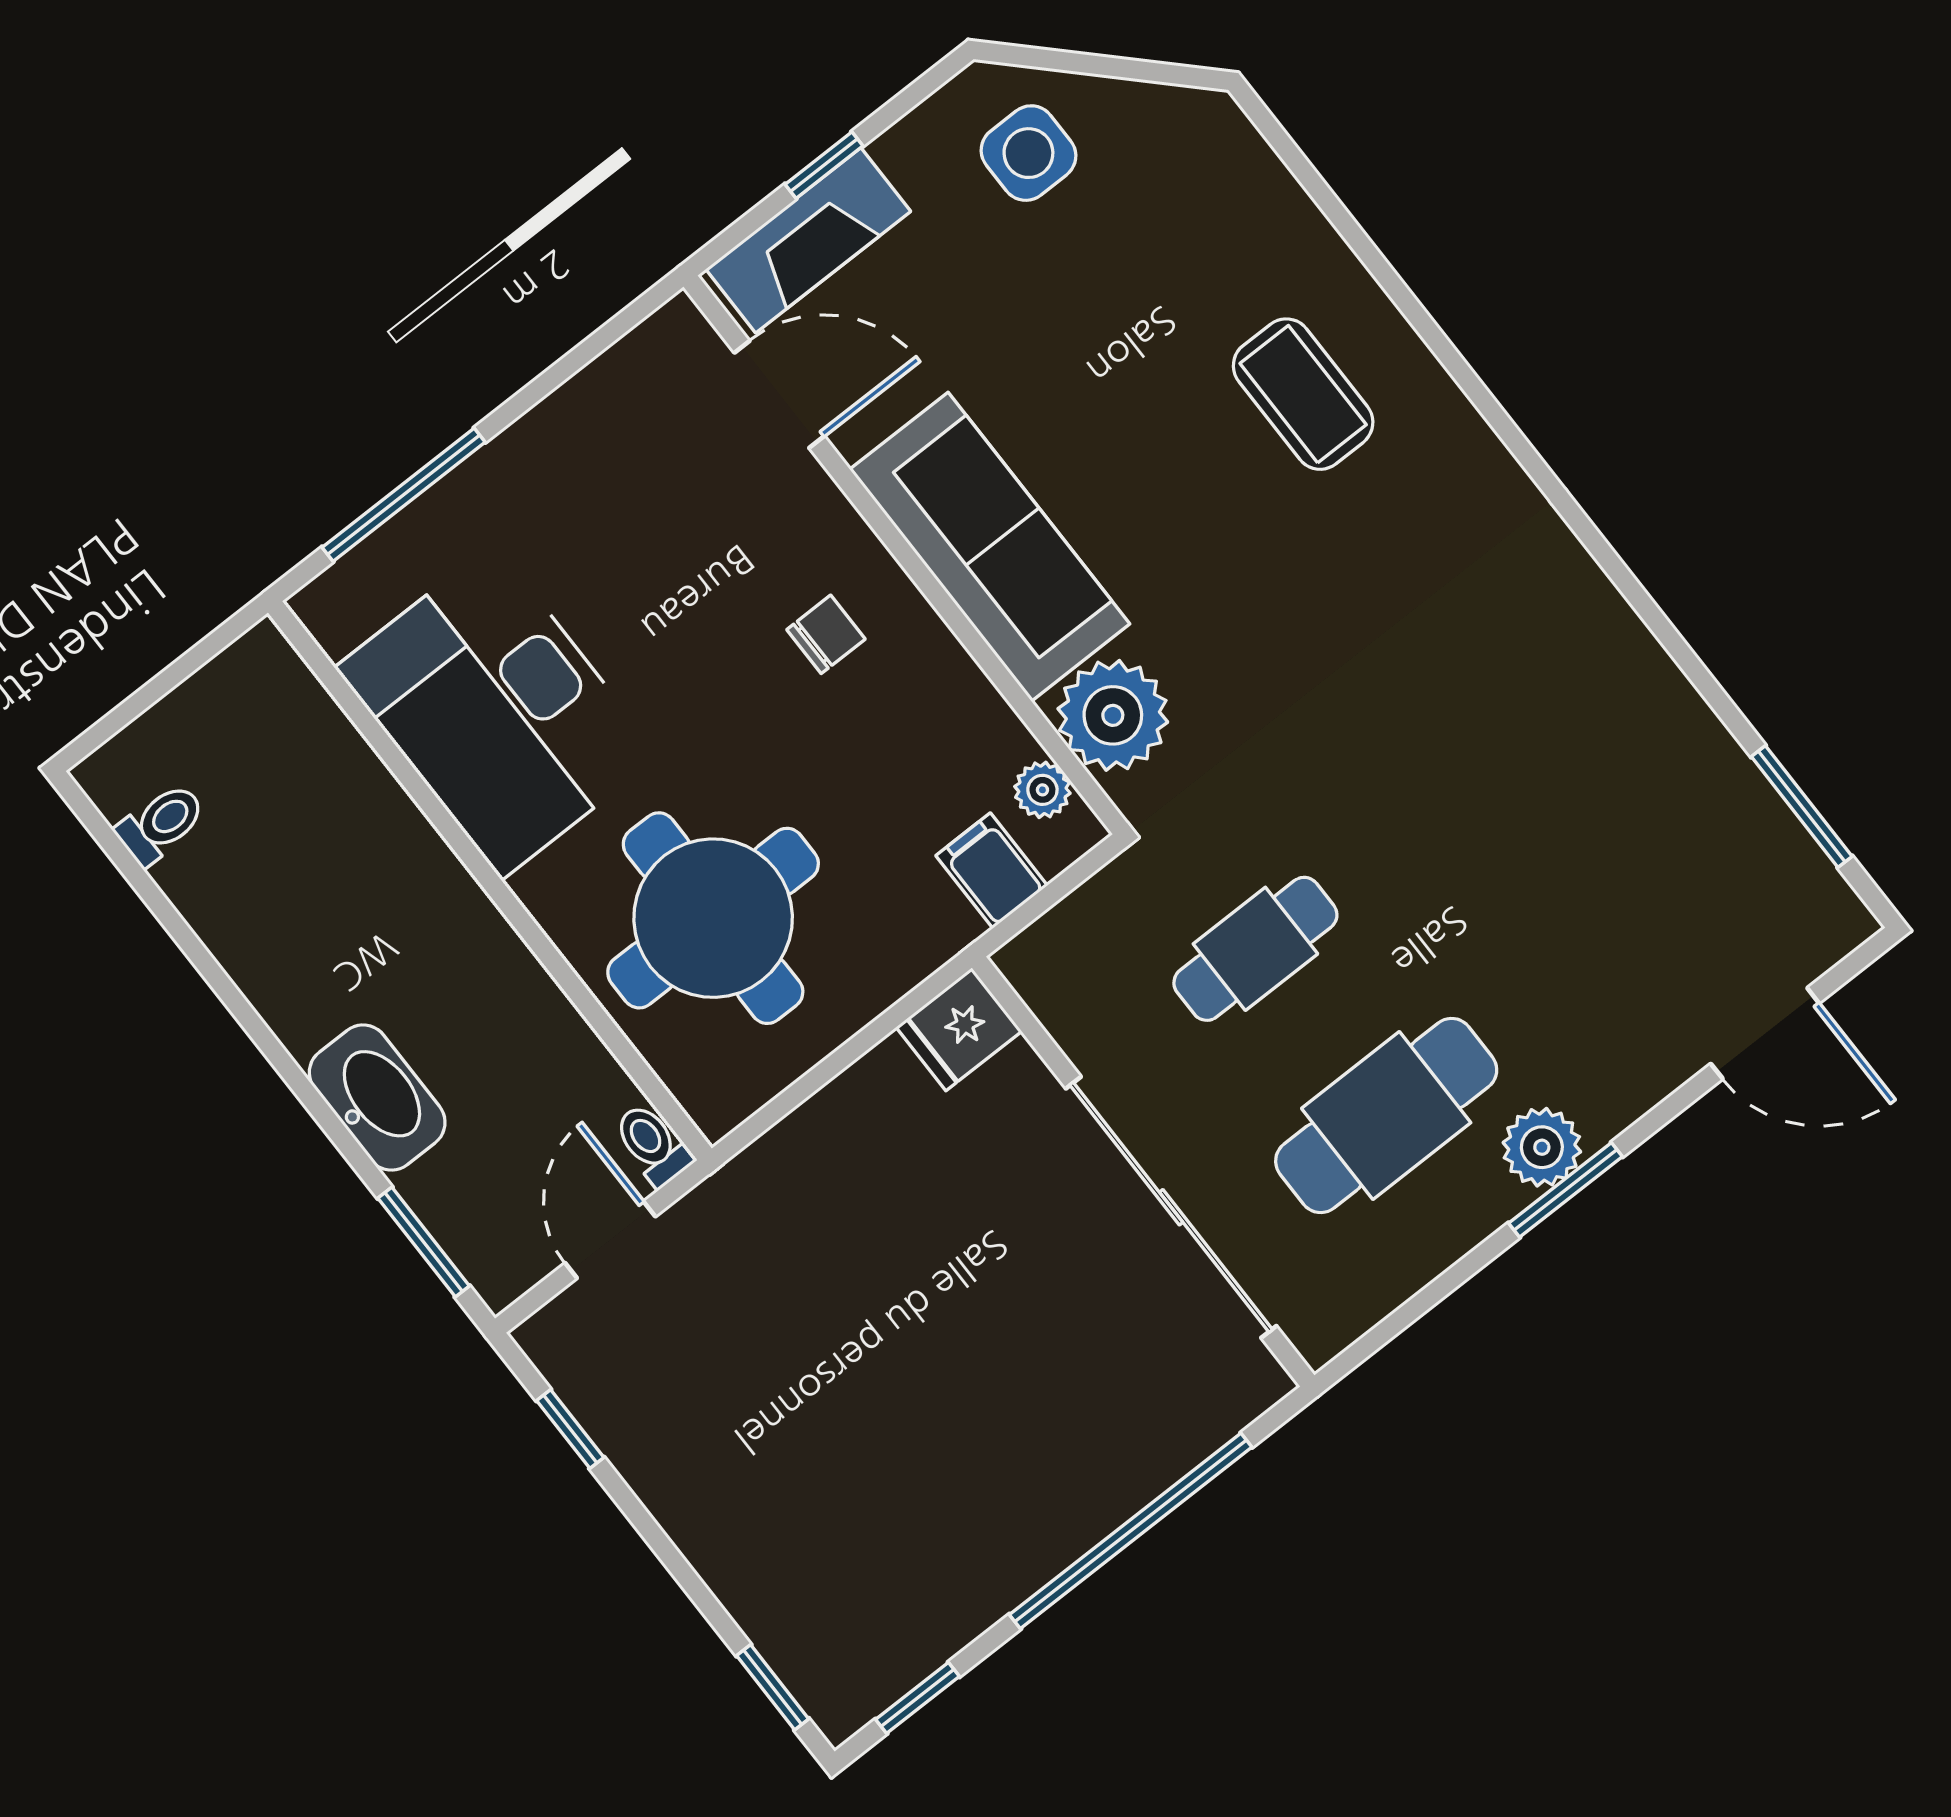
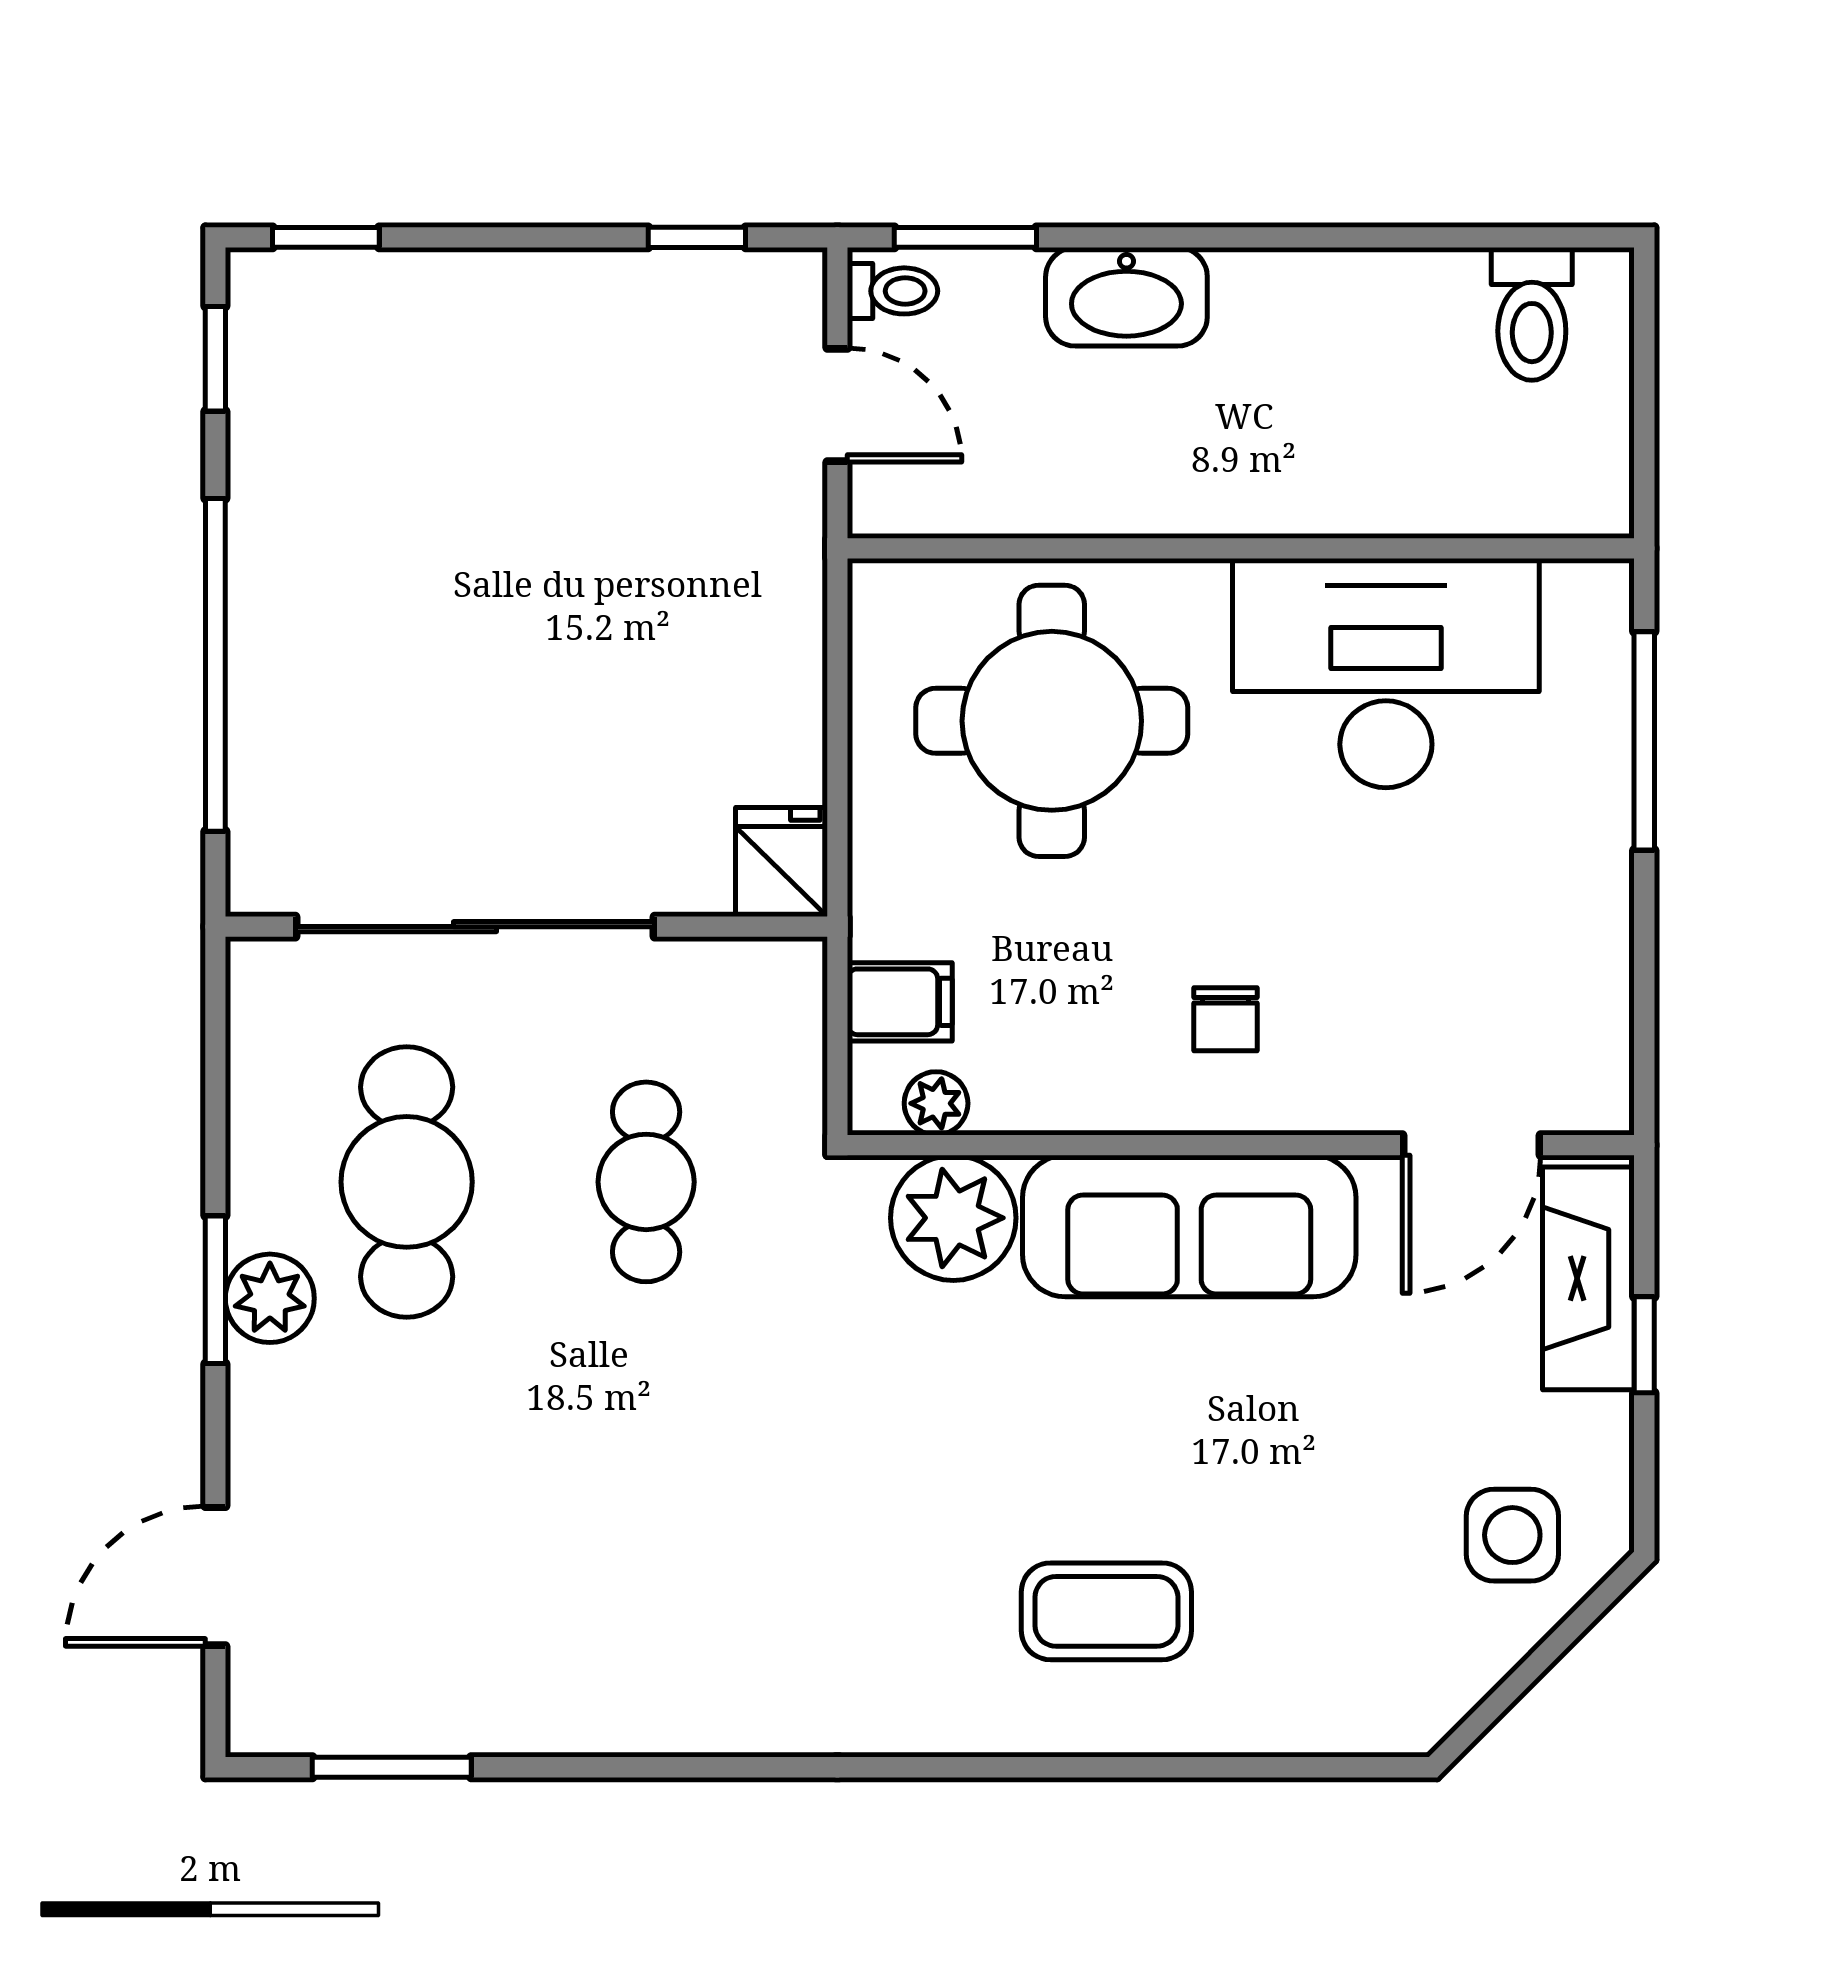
toilet: (161, 824) -> (1532, 314), width x1.37, depth x1.39
toilet: (652, 1145) -> (893, 291), moved

